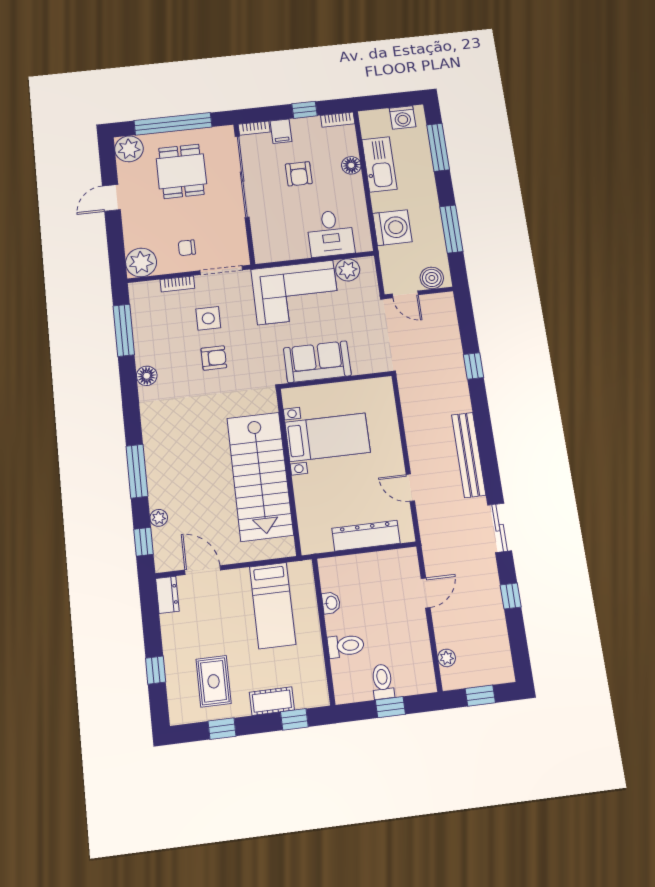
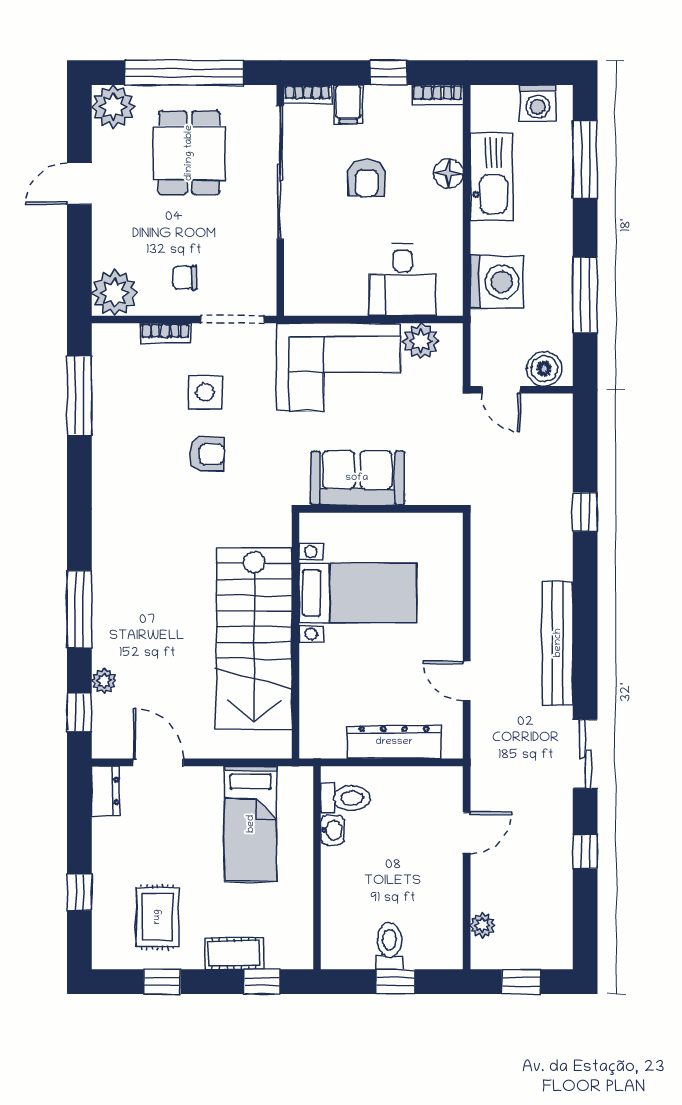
floor lamp: (147, 376) -> (106, 469), removed
toilet: (346, 646) -> (345, 798), moved

